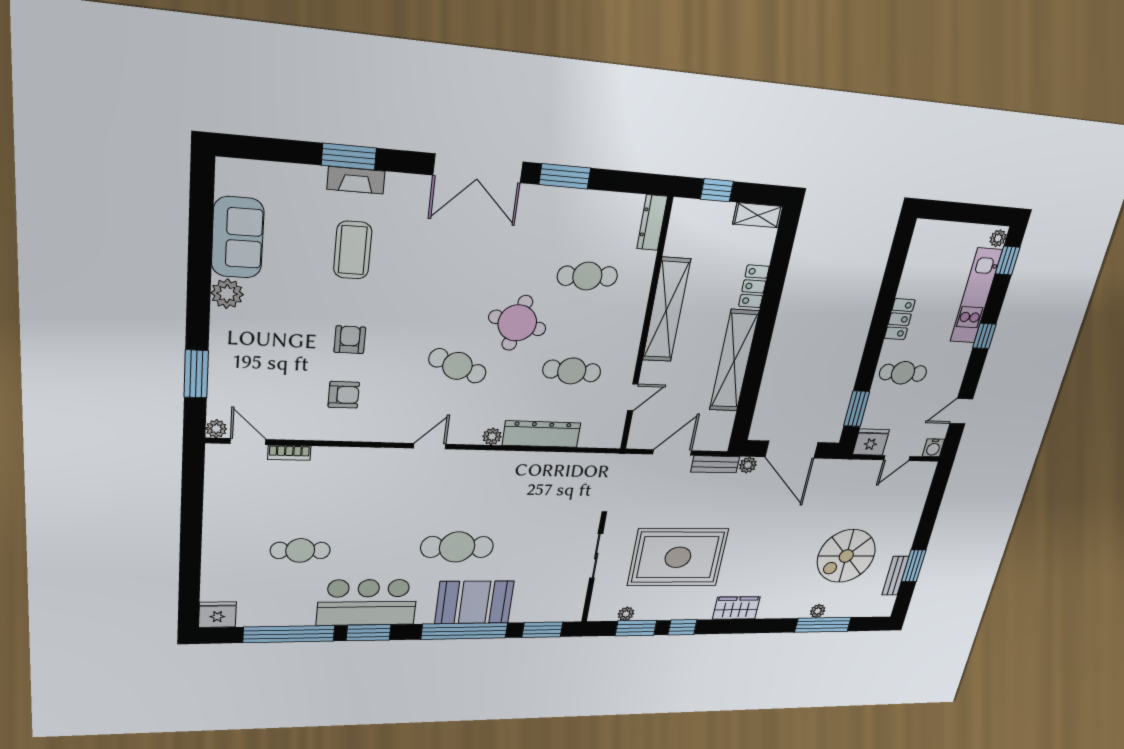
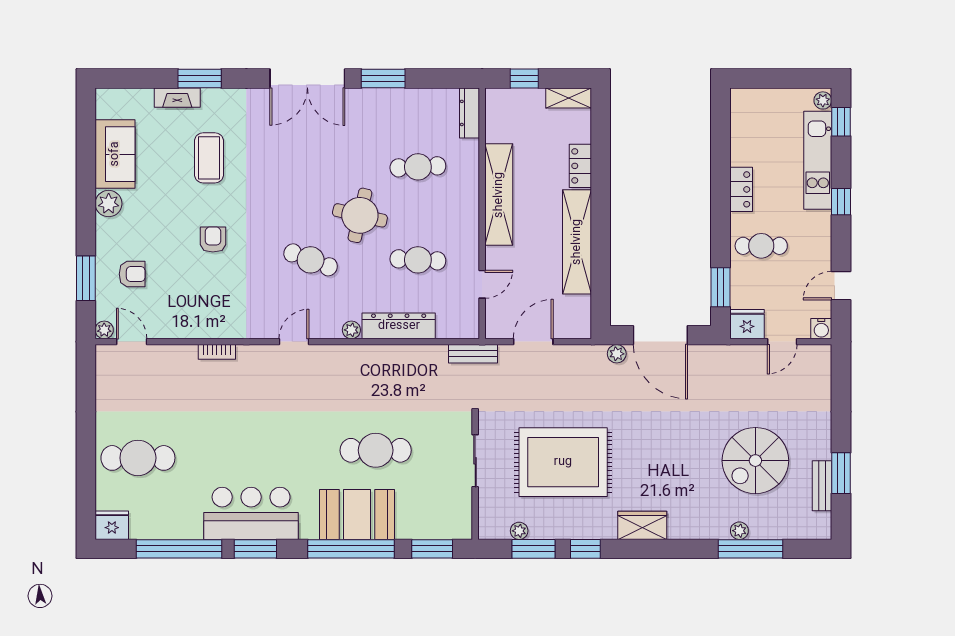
fireplace: (356, 180) -> (177, 98), moved
armchair: (344, 395) -> (132, 274), moved
bookcase: (289, 453) -> (217, 352), moved
bench: (715, 464) -> (473, 354), moved
cafe table: (457, 547) -> (376, 450), moved
cafe table: (300, 550) -> (138, 458), moved, width x1.37, depth x1.35

